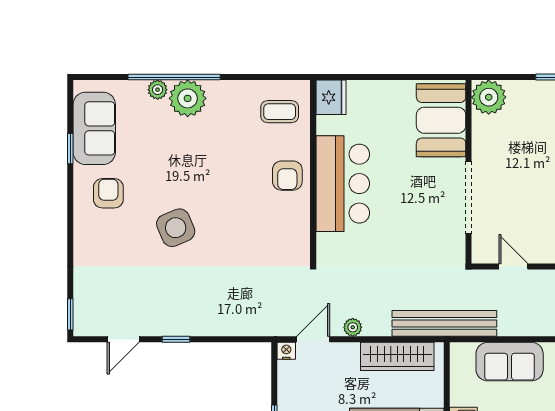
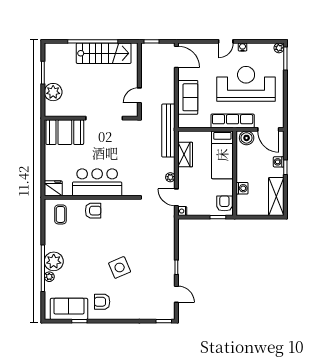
plant: (489, 97) -> (53, 92), moved
wardrobe: (397, 356) -> (185, 155), width x0.67

